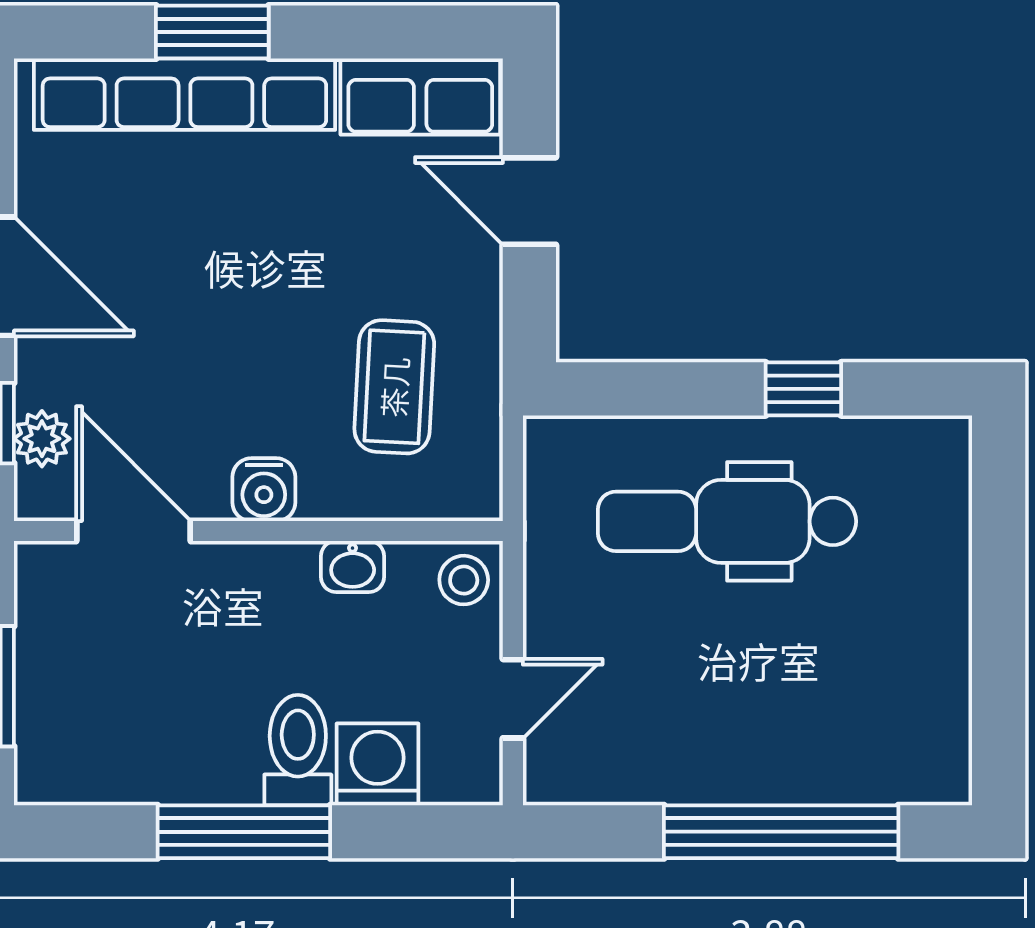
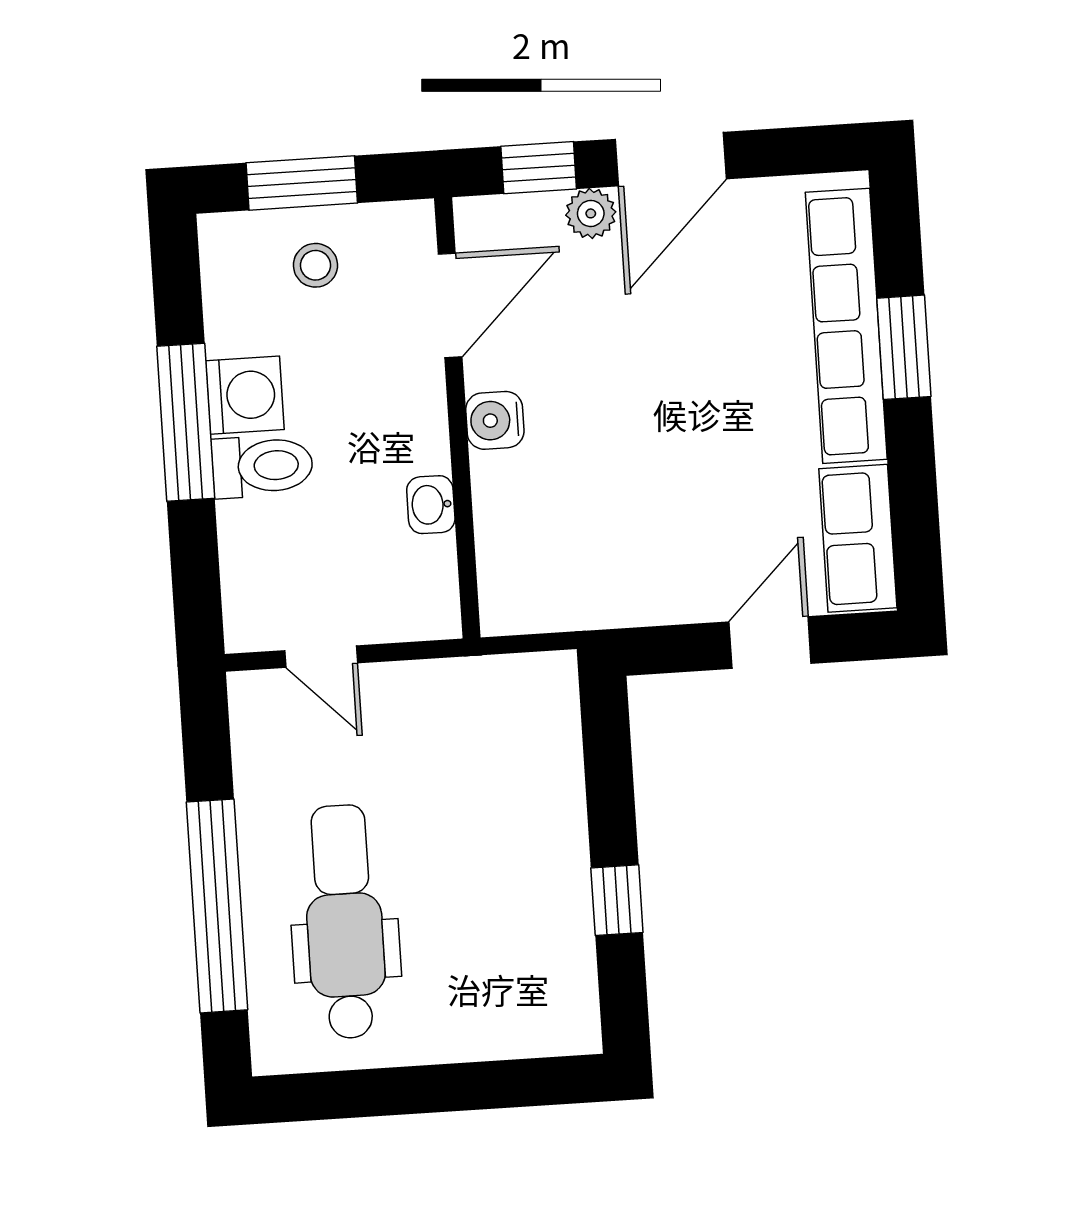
coffee table: (394, 387) -> (595, 532), removed
plant: (42, 439) -> (591, 213), moved
dental chair: (727, 521) -> (344, 922), moved
stool: (464, 580) -> (315, 265), moved
washing machine: (378, 764) -> (245, 395), moved

